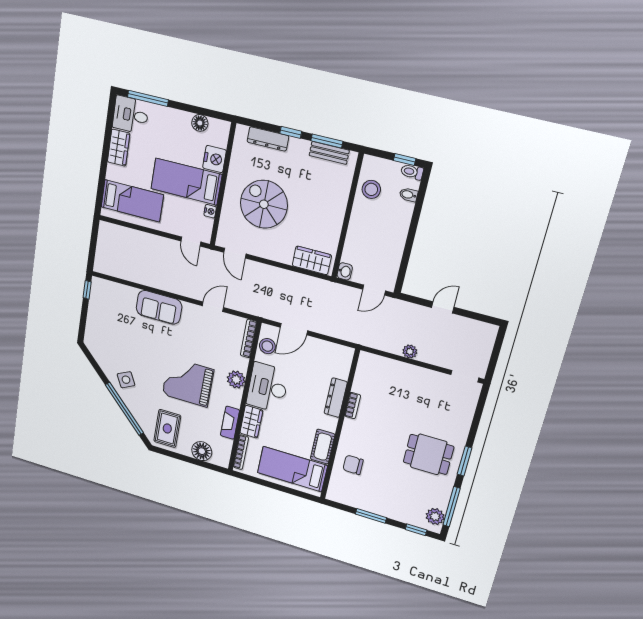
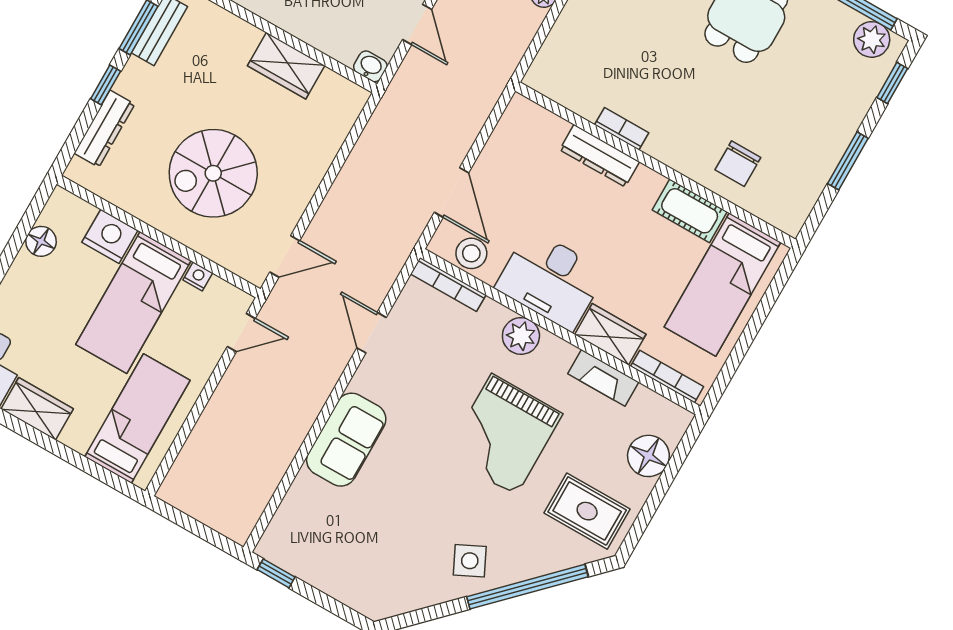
wardrobe: (312, 260) -> (286, 66), moved, turned -90

